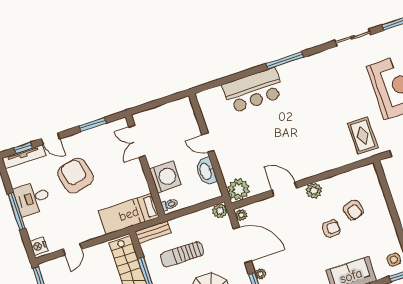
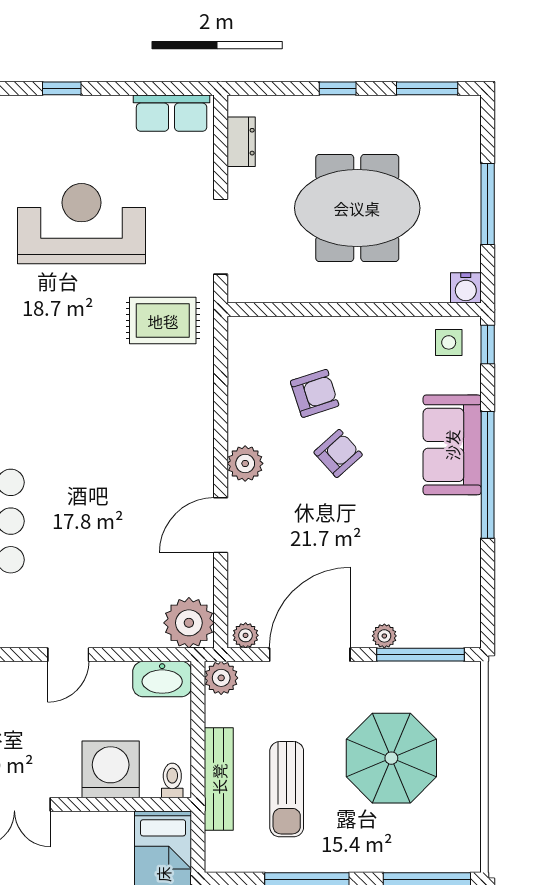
washbasin: (206, 171) -> (162, 679), moved
armchair: (331, 229) -> (338, 453), turned 48
bench: (153, 232) -> (219, 779), moved, width x1.36

